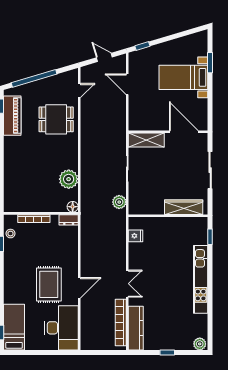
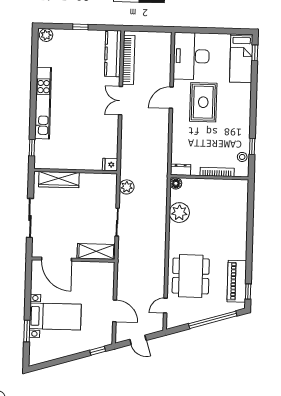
dining table: (56, 119) -> (191, 276), width x1.37
fridge: (136, 236) -> (110, 165), moved

